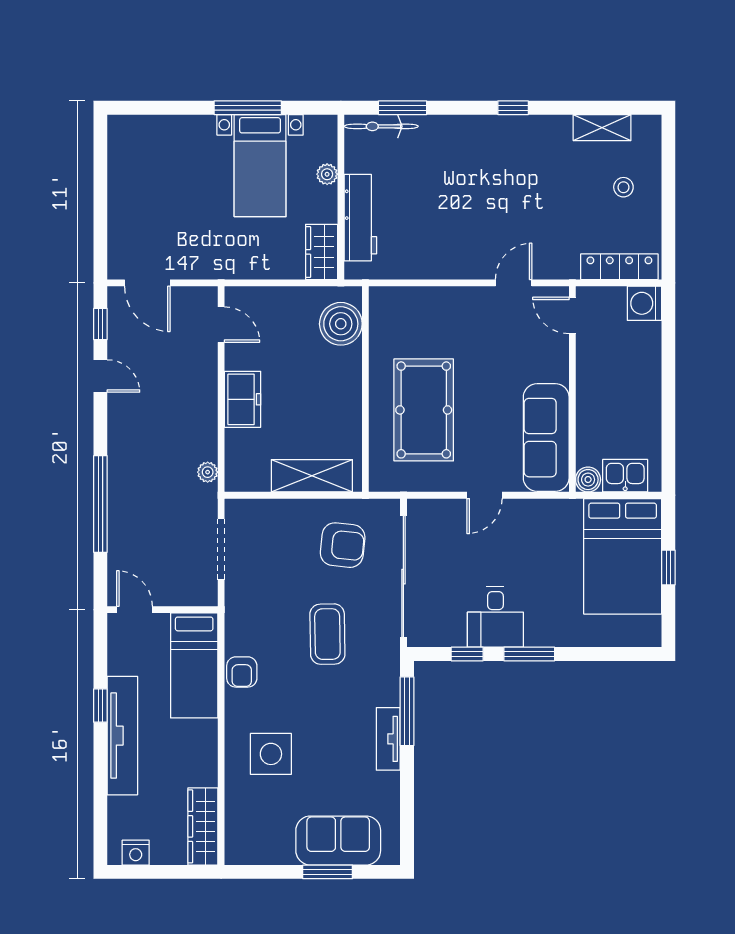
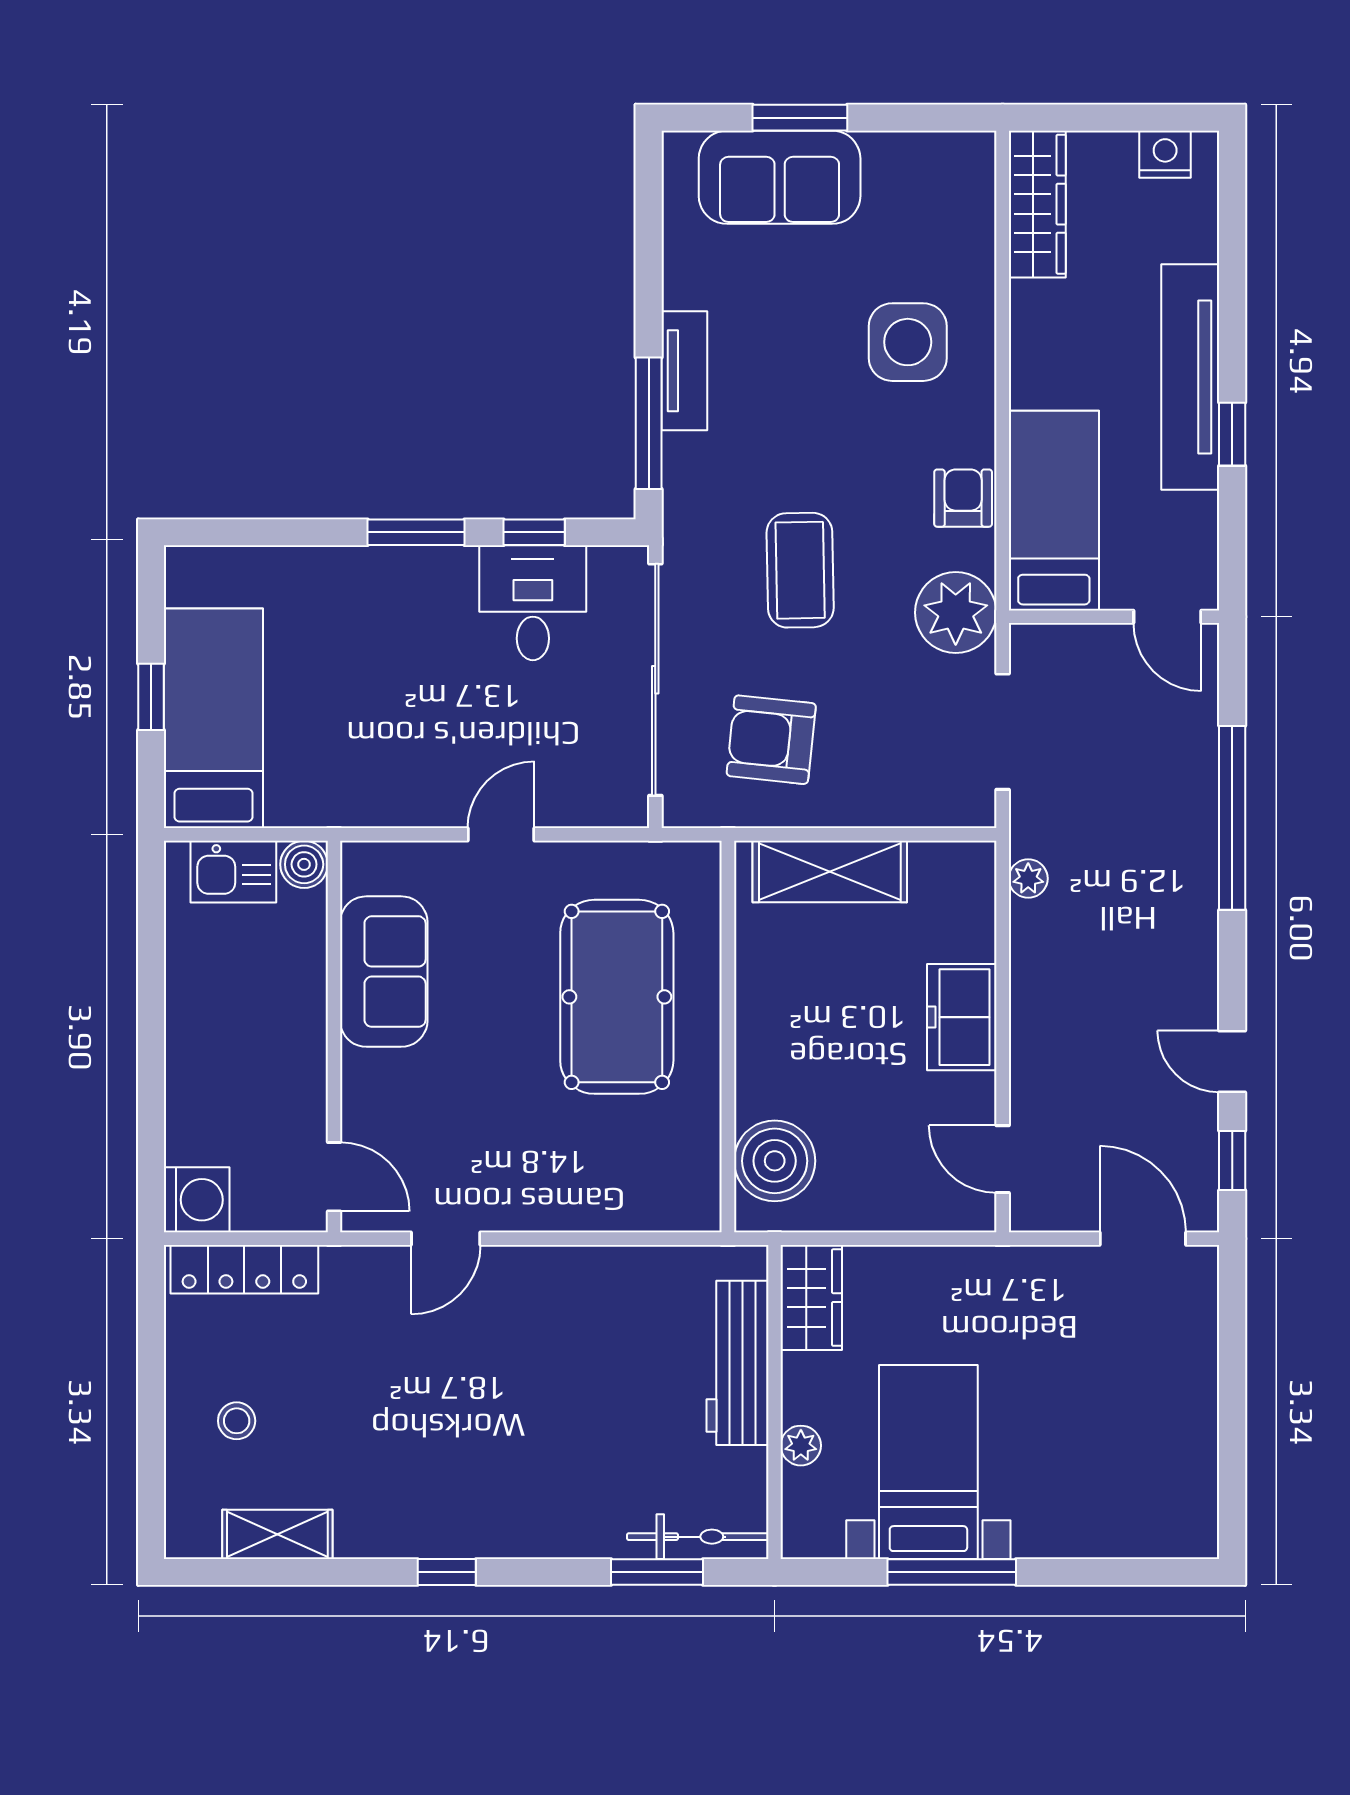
sofa: (546, 438) -> (384, 972), width x0.73
bed: (623, 556) -> (213, 718), width x0.67
plant: (246, 612) -> (956, 613), added
desk: (495, 617) -> (533, 603), moved

